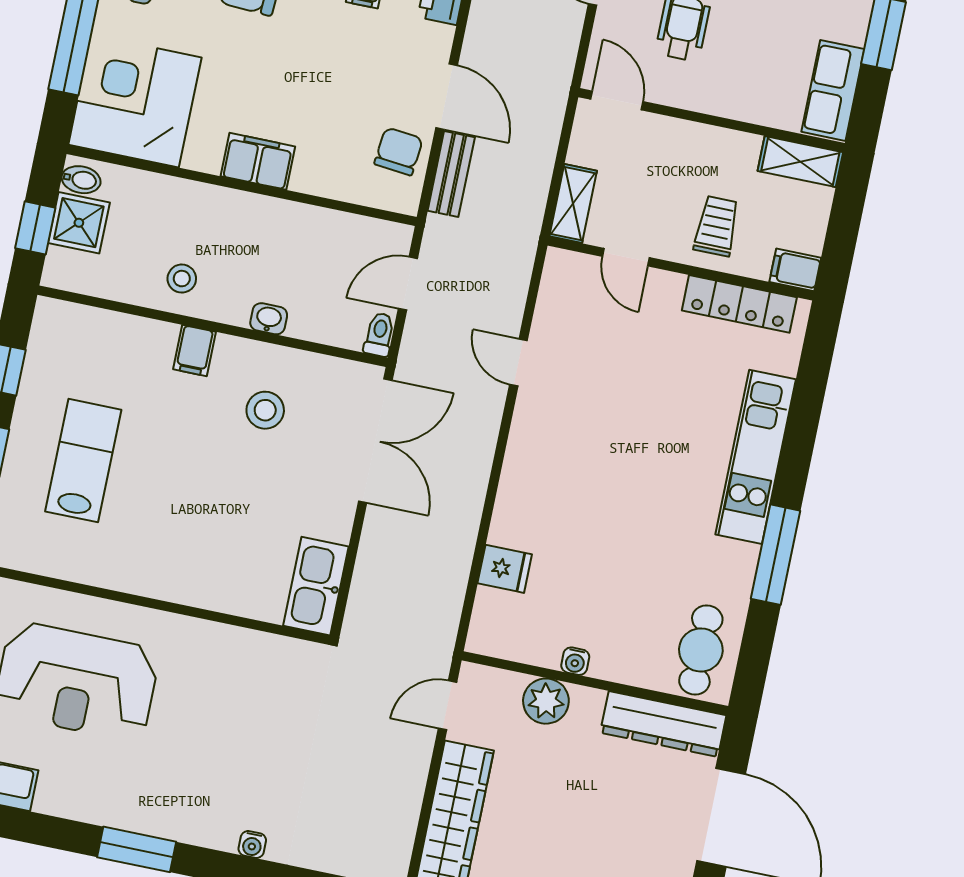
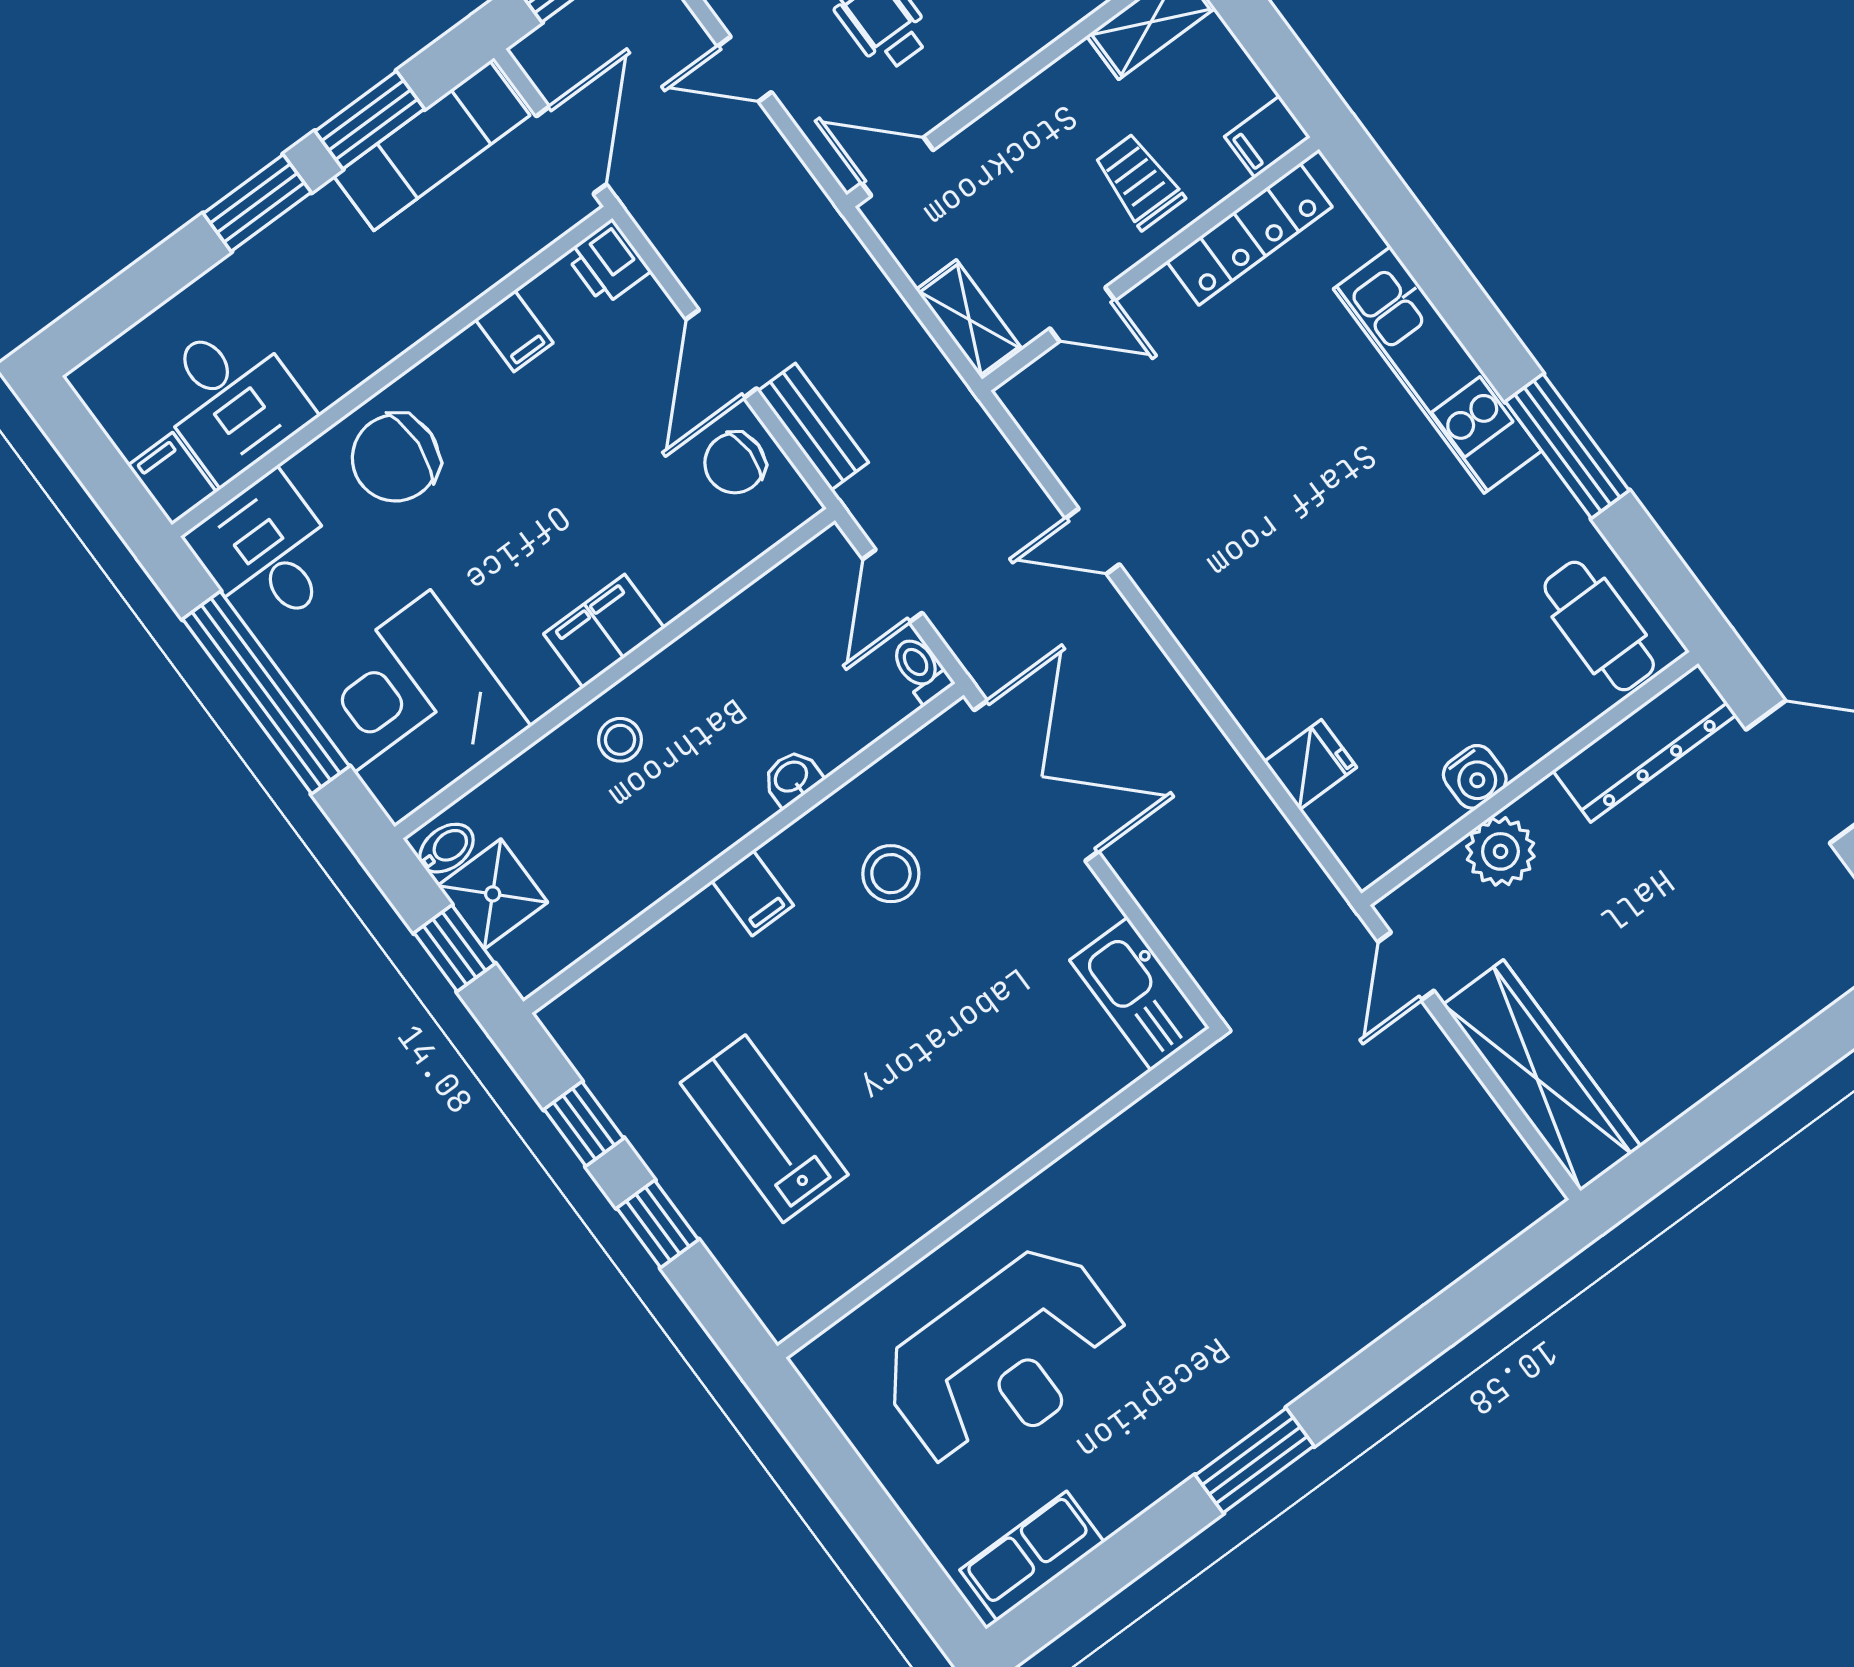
door: (447, 97) -> (721, 354), swing flipped
chair: (399, 151) -> (735, 463), turned -96
stool: (182, 279) -> (620, 740), moved
water cooler: (575, 661) -> (1475, 777), width x1.38, depth x1.38
water cooler: (252, 845) -> (1366, 1326), removed

